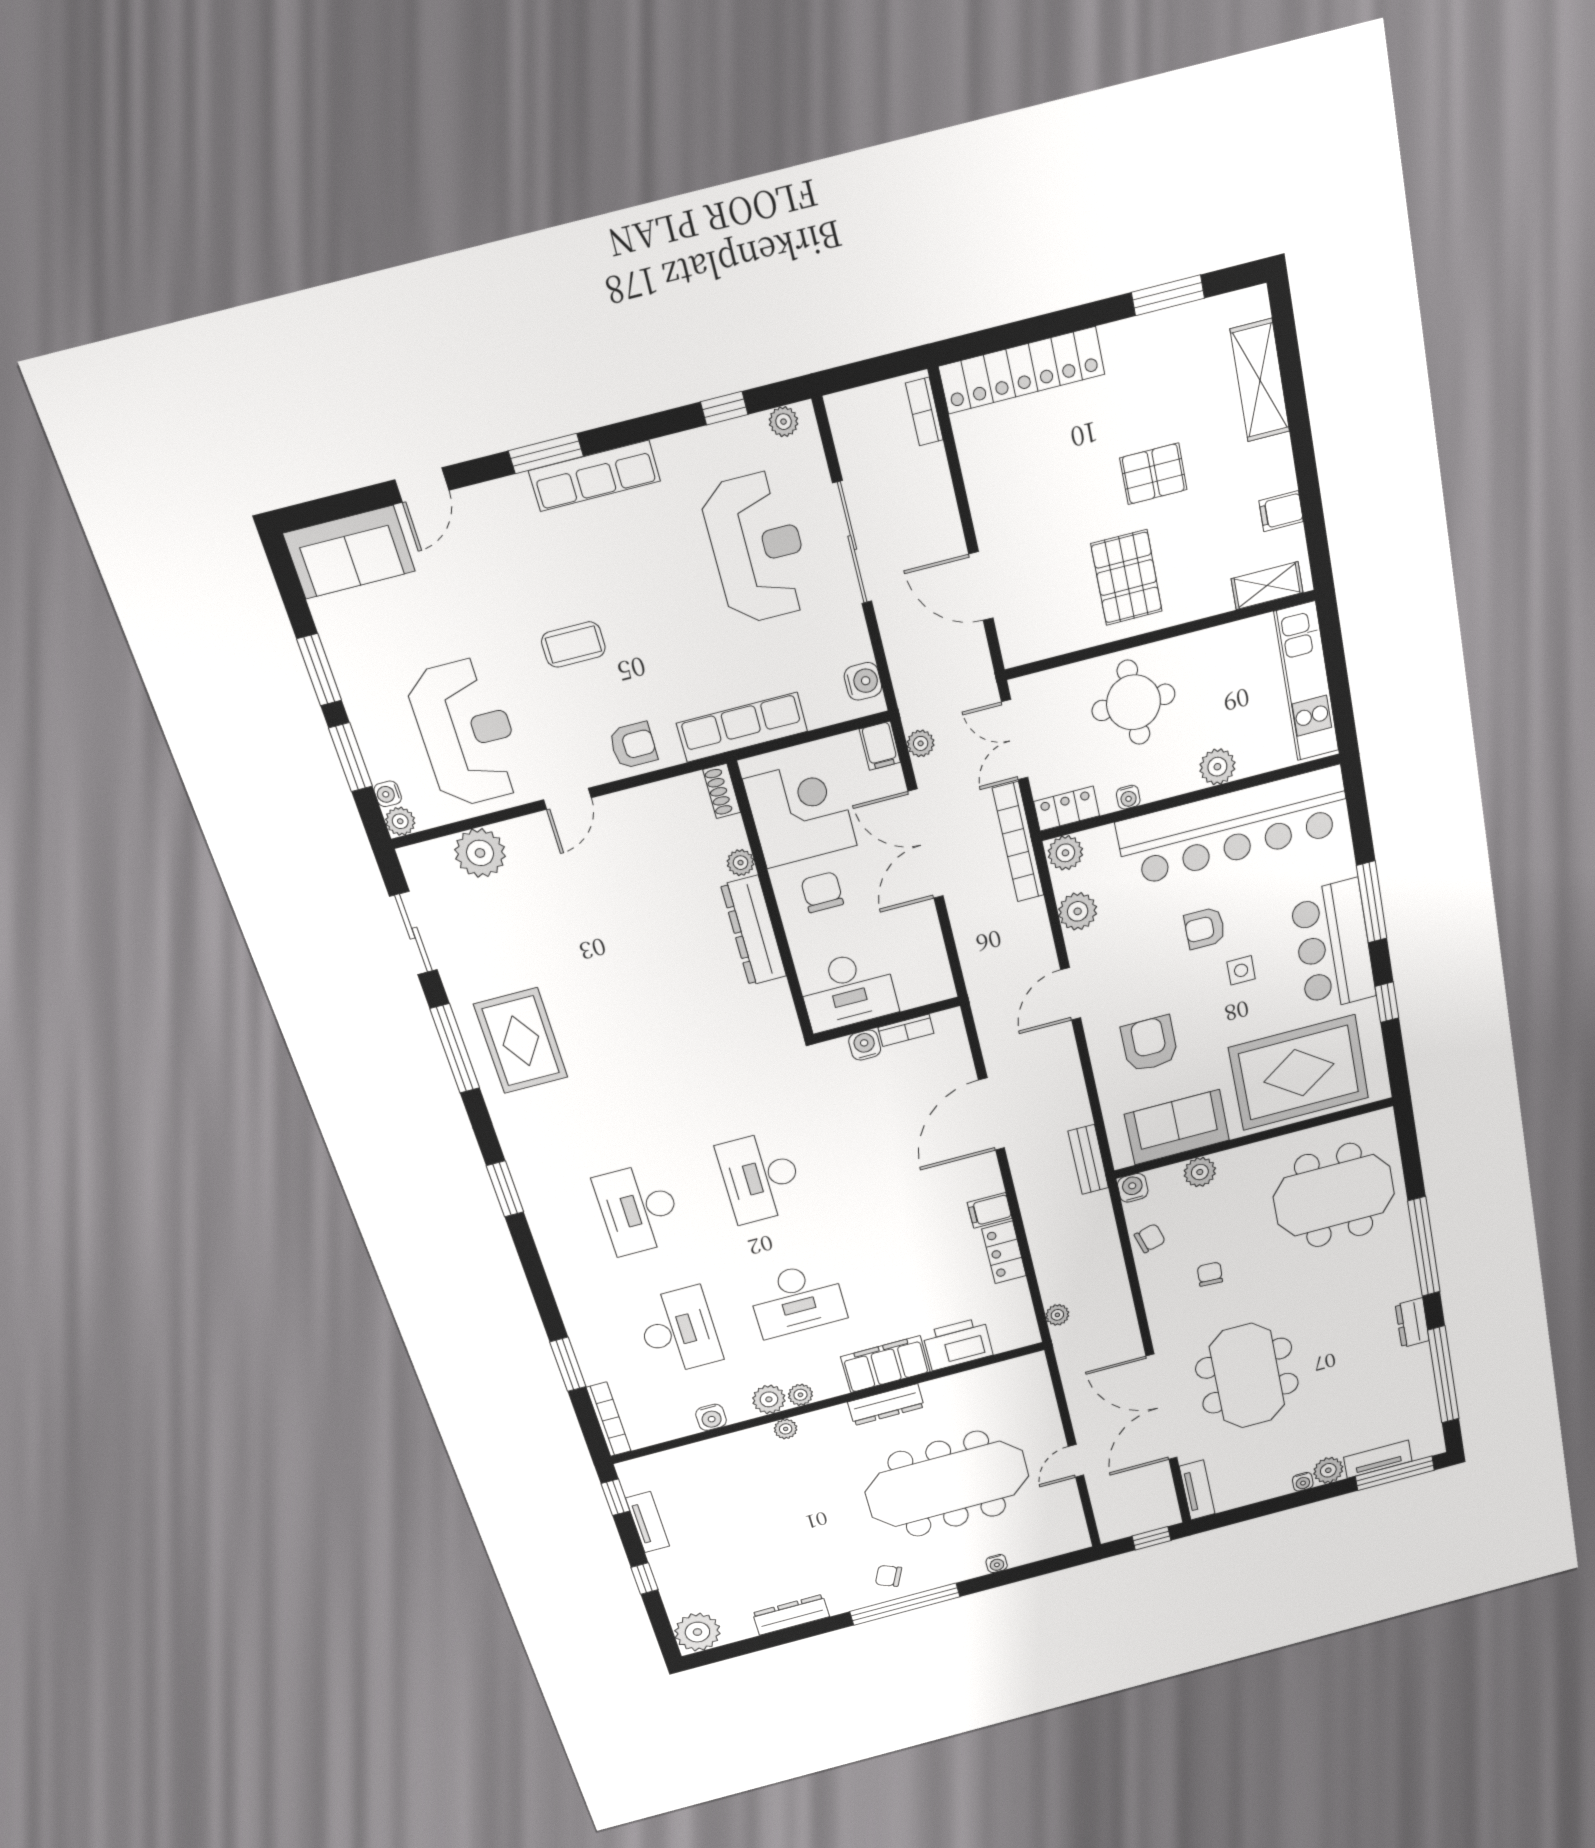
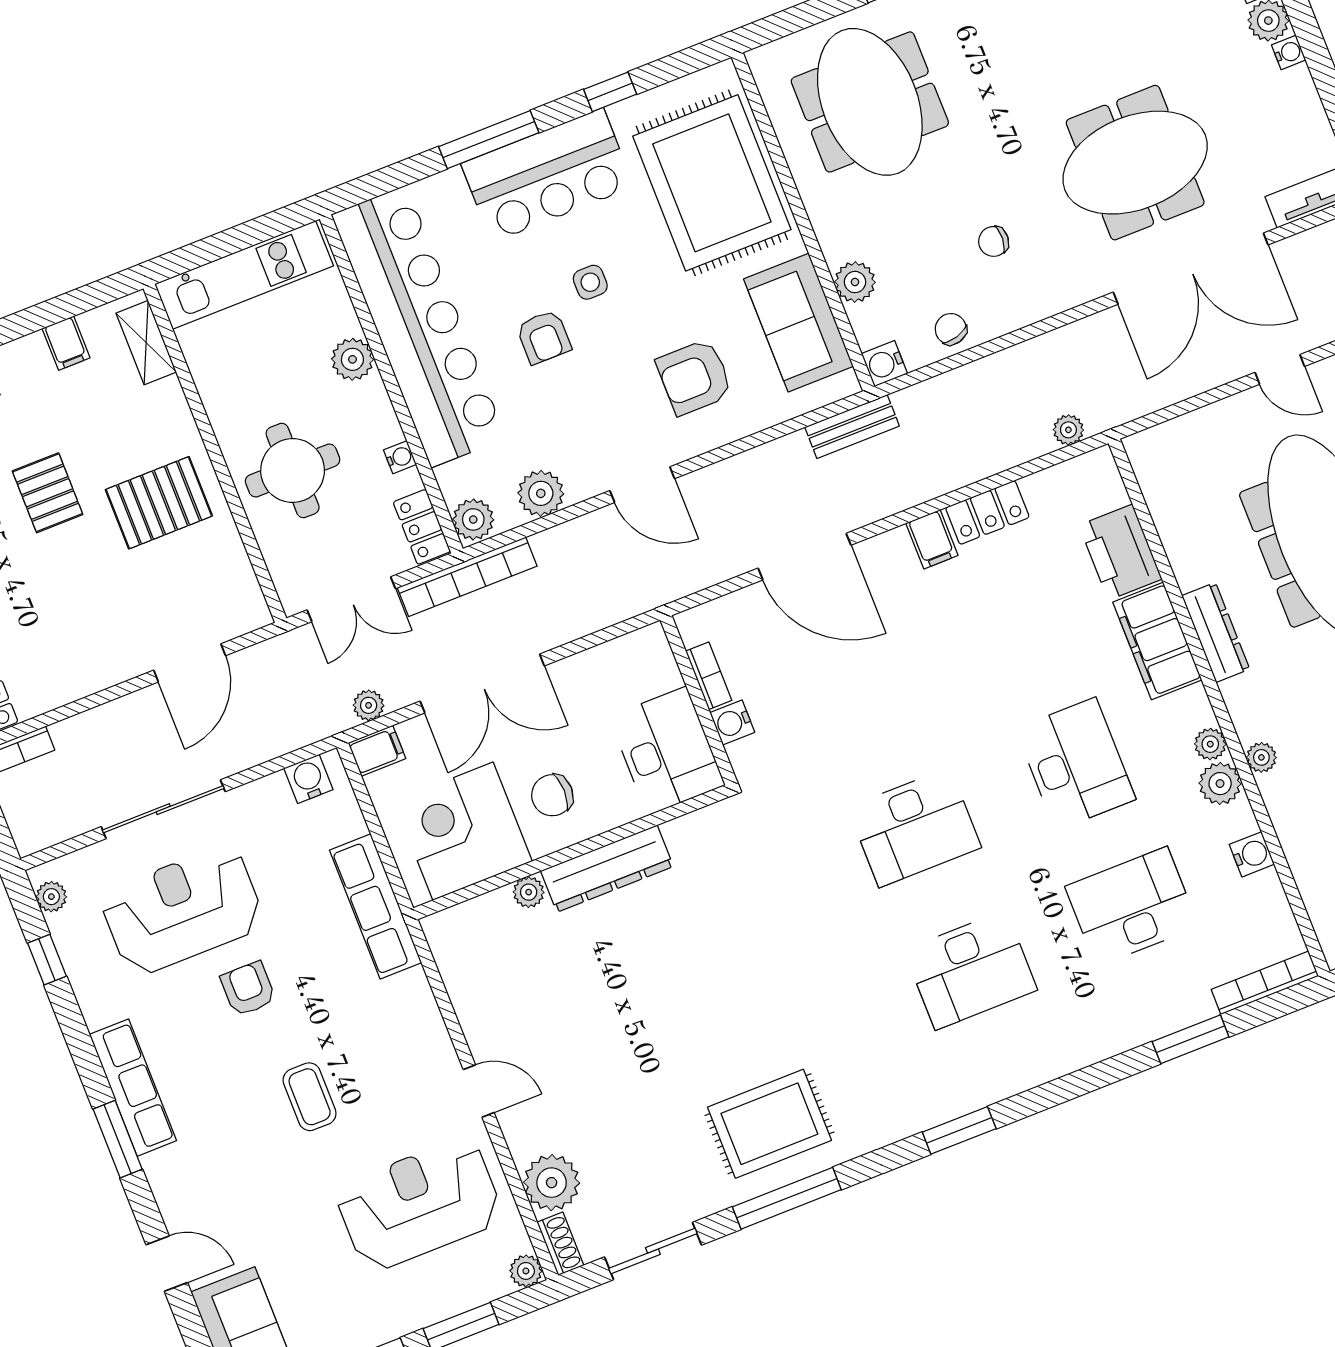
armchair: (633, 745) -> (248, 989), moved
shoe rack: (722, 791) -> (560, 1244), moved, turned -90
water cooler: (388, 794) -> (497, 1286), removed

